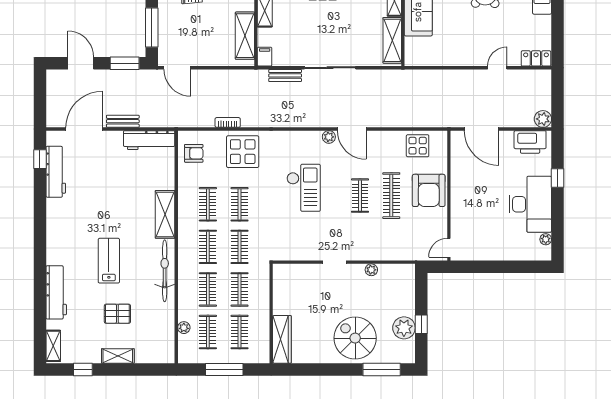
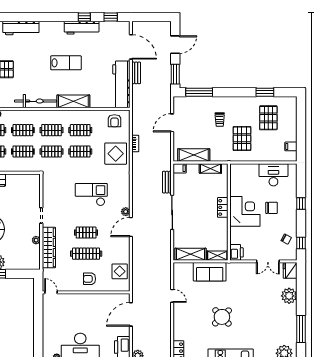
door: (177, 68) -> (172, 123), moved
door: (497, 68) -> (172, 296), moved
workbench: (149, 140) -> (121, 84), width x1.36, depth x1.32
workbench: (56, 172) -> (82, 28), moved
checkout: (304, 188) -> (91, 195), turned 180
armchair: (429, 190) -> (90, 279), width x0.53, depth x0.53
window: (40, 198) -> (84, 17), added
wardrobe: (382, 251) -> (49, 247), added
lab bench: (109, 261) -> (66, 63), moved

